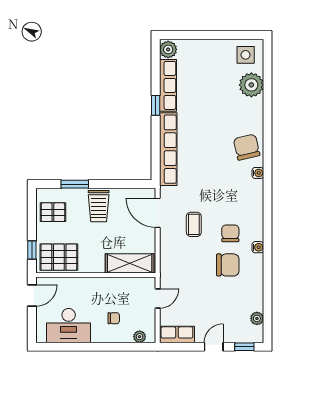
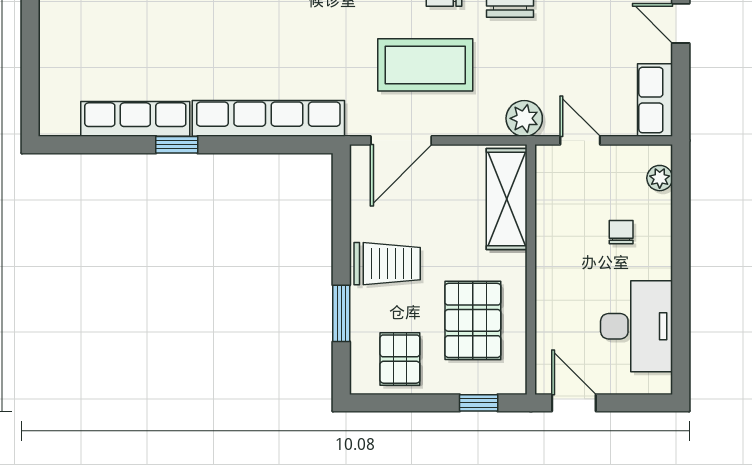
plant: (168, 49) -> (524, 118), moved
coffee table: (194, 224) -> (425, 65), width x1.86, depth x1.72
pallet: (59, 257) -> (473, 320), moved

